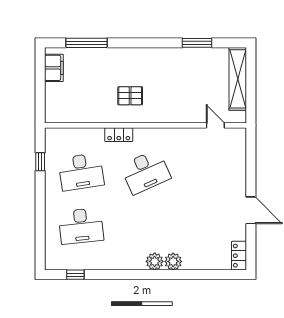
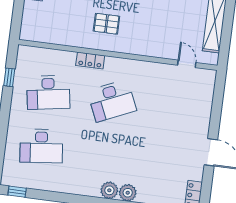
window: (75, 275) -> (17, 192), moved

